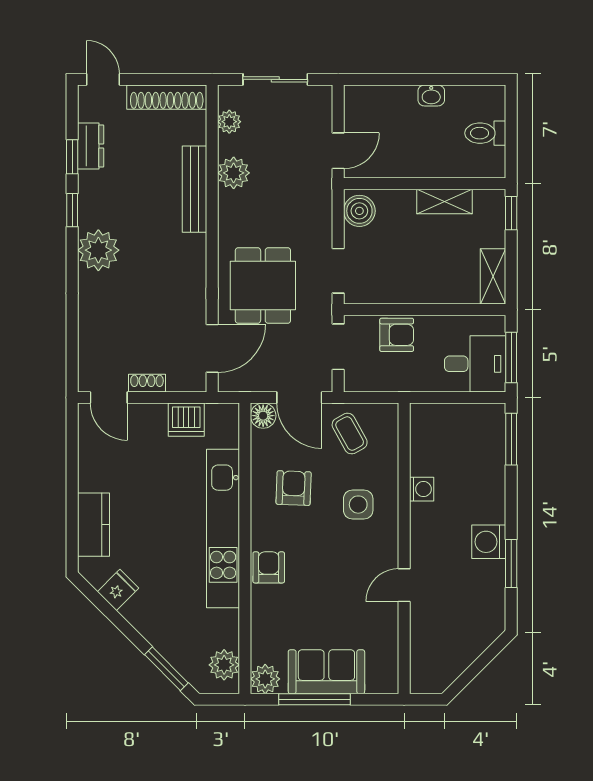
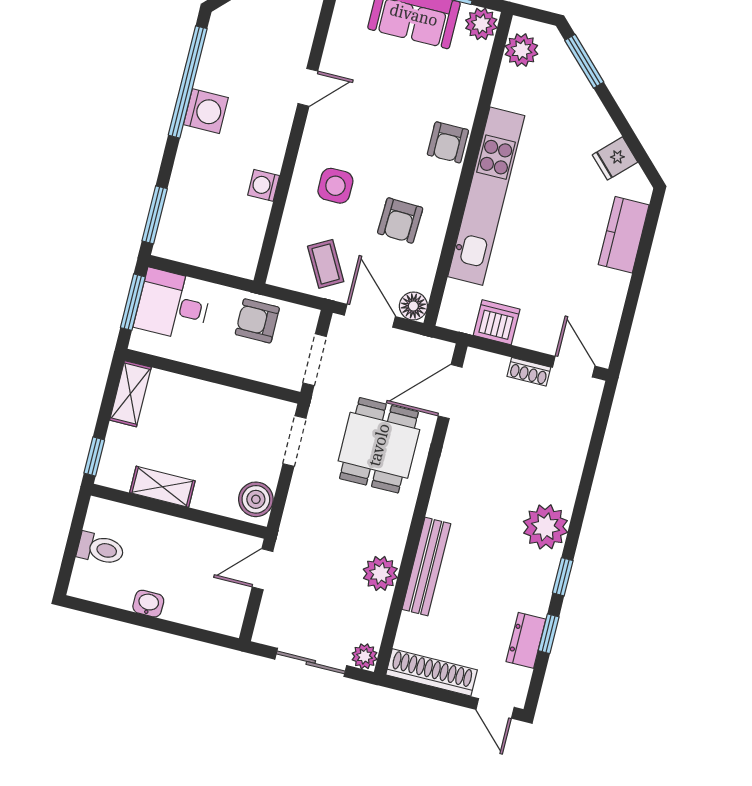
plant: (229, 122) -> (365, 656), moved
armchair: (397, 335) -> (257, 321), moved
window: (511, 563) -> (188, 82), width x2.11

